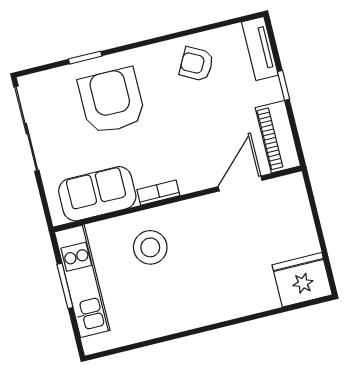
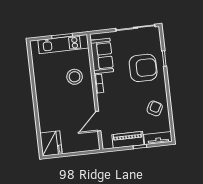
piano: (278, 137) -> (128, 140), moved
door: (240, 184) -> (98, 121), swing flipped

